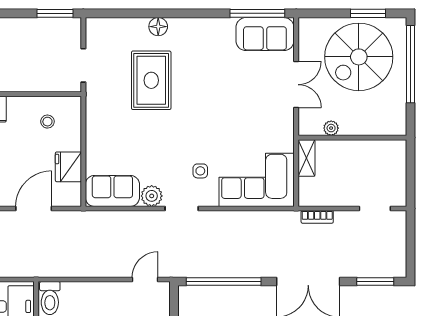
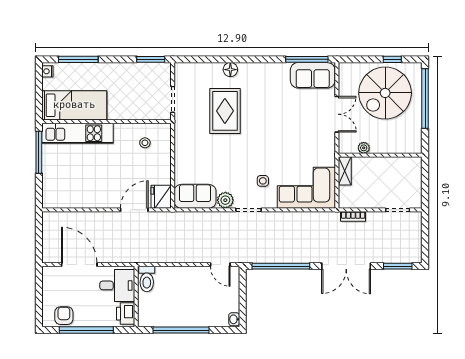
window: (368, 13) -> (392, 59), width x0.67
fridge: (68, 167) -> (161, 197), moved
door: (145, 279) -> (220, 265), swing flipped

